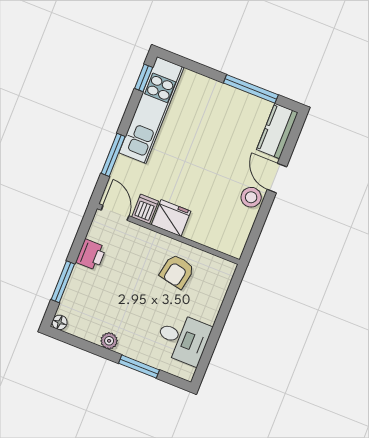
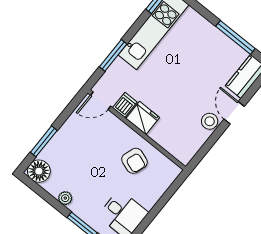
door: (115, 213) -> (101, 101), swing flipped
printer: (91, 255) -> (72, 127), removed
armchair: (177, 271) -> (134, 161), turned -82
floor lamp: (60, 322) -> (39, 171), width x1.89, depth x1.89

